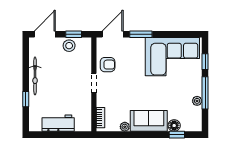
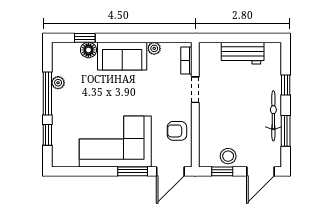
corner sofa: (172, 57) -> (115, 141), moved
window: (26, 65) -> (286, 131), added
doorway: (94, 83) -> (195, 90), moved

